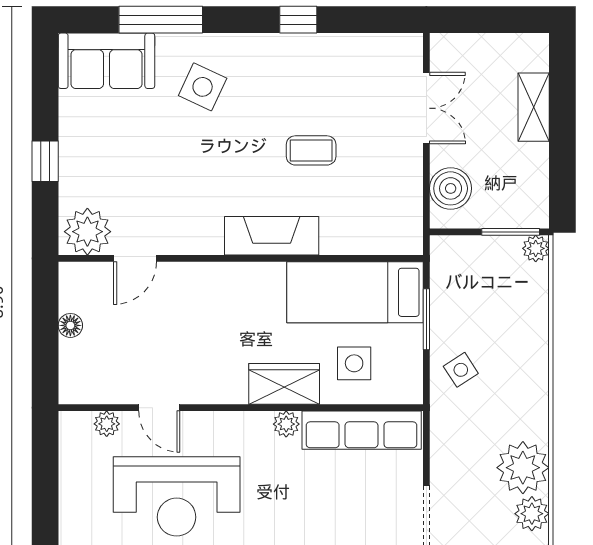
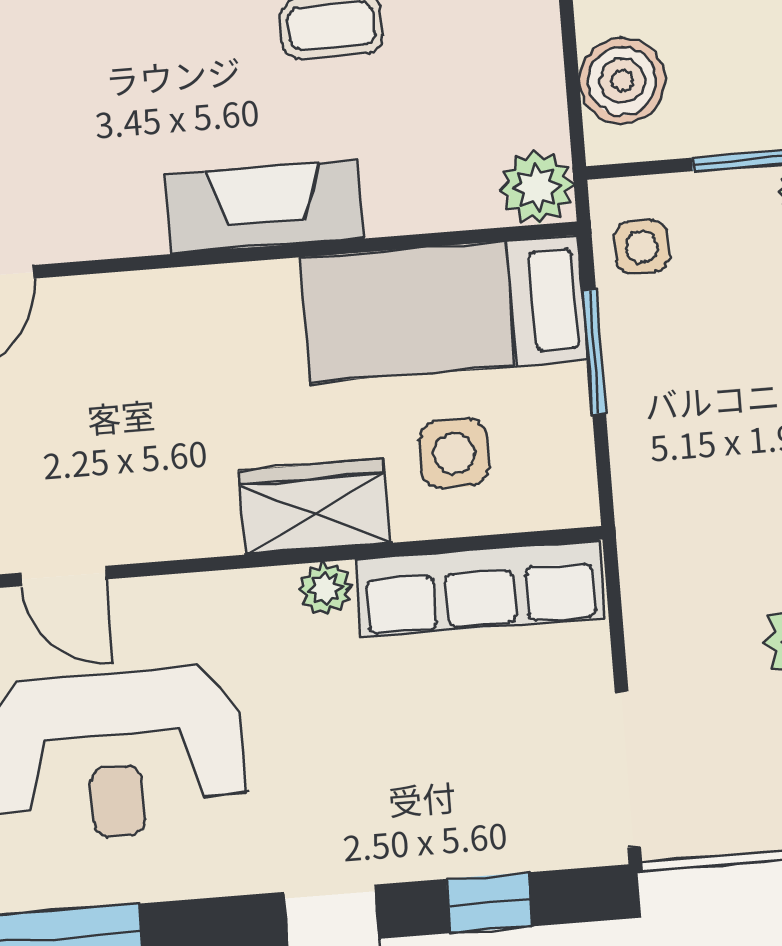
plant: (405, 237) -> (537, 187), added
side table: (461, 370) -> (641, 247), moved, turned 33

